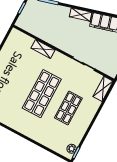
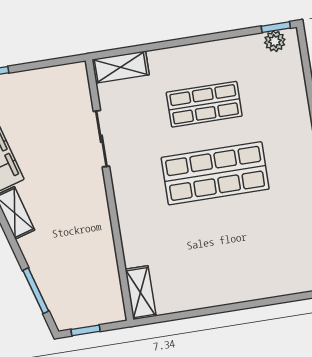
shelving: (43, 49) -> (141, 293), moved

